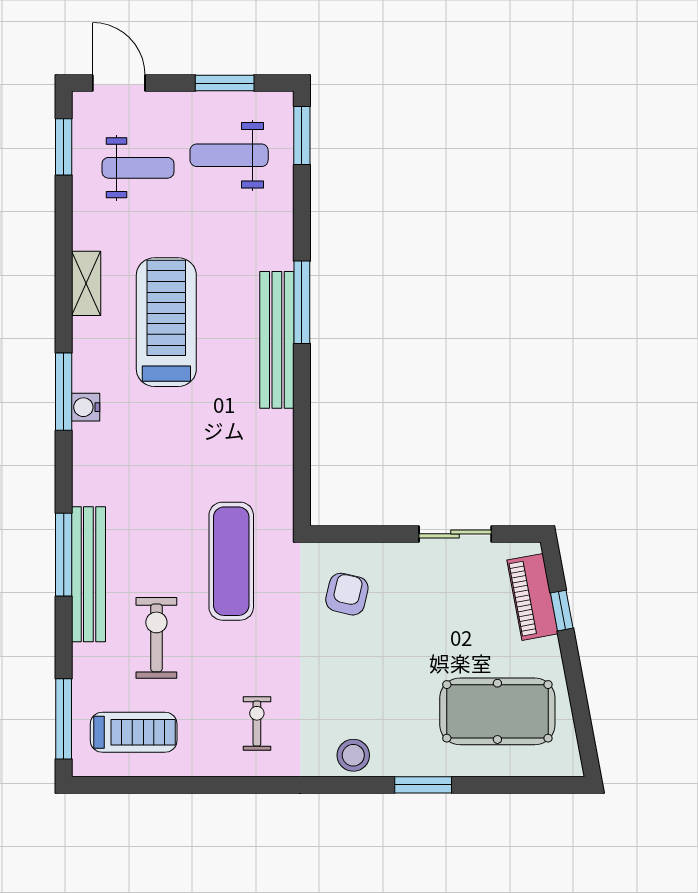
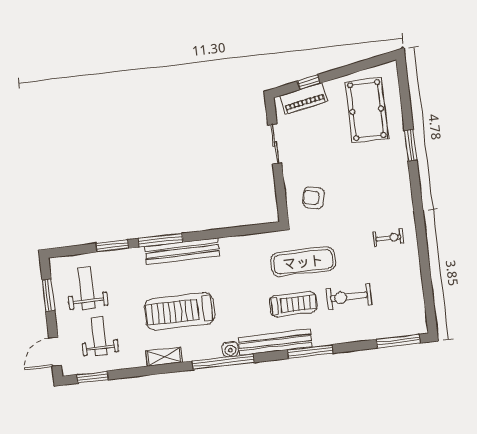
window: (302, 136) -> (112, 246), moved
weight bench: (229, 155) -> (87, 288), turned 180
window: (64, 392) -> (223, 362), width x1.46
bench: (88, 574) -> (275, 342), moved
exercise bike: (257, 724) -> (388, 238), turned 180
treadmill: (134, 732) -> (293, 304), moved, turned 90
stool: (353, 755) -> (399, 184), removed

